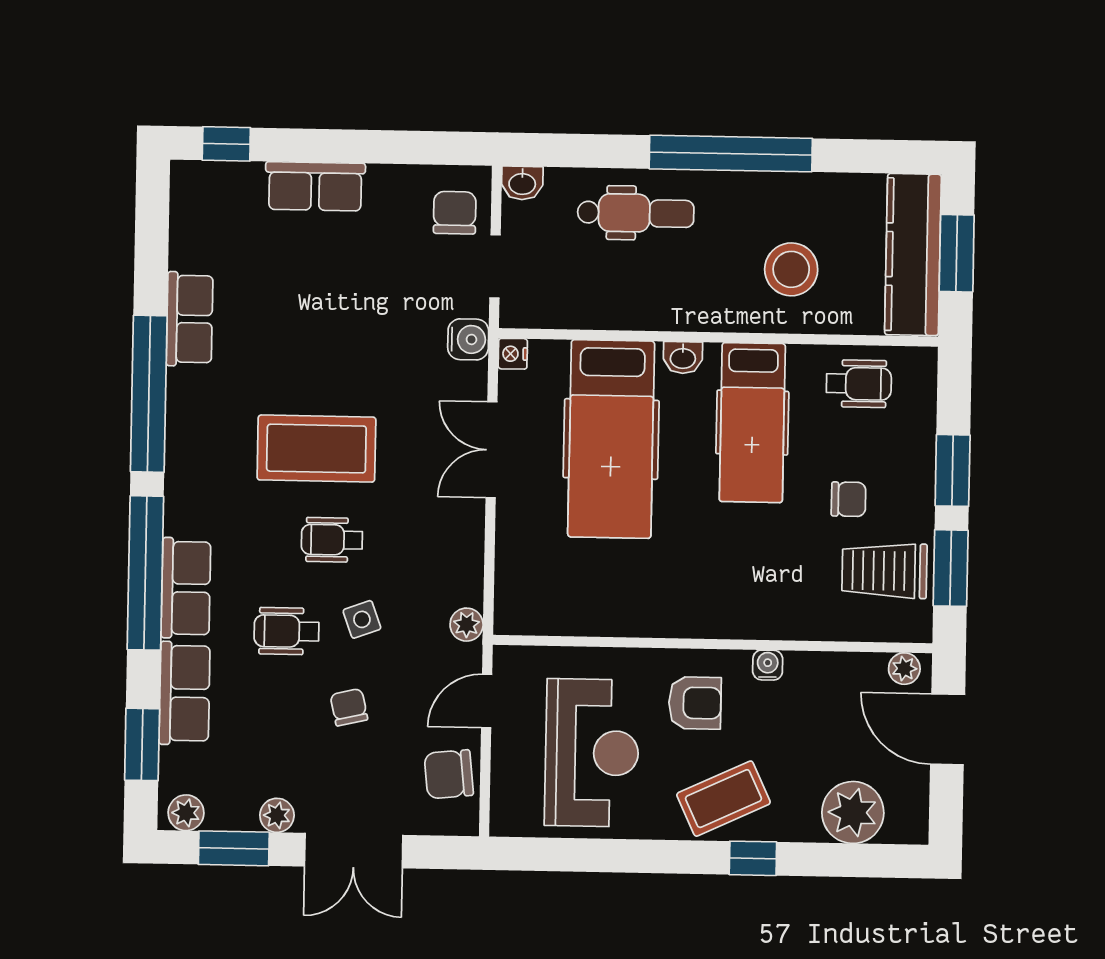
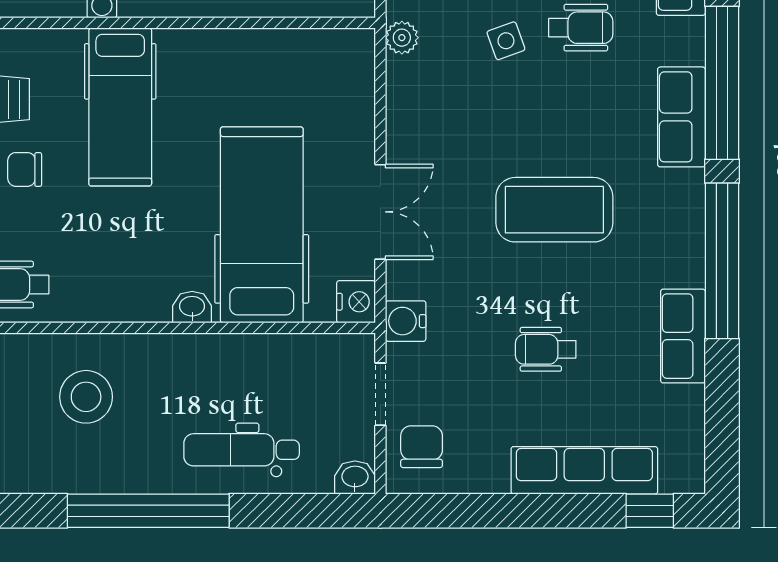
row of seats: (315, 186) -> (584, 470), width x1.48
chair: (455, 213) -> (422, 447), turned 180
nightstand: (513, 354) -> (356, 302), width x1.39, depth x1.35
hospital bed: (752, 423) -> (120, 107), moved, turned 180
wheelchair: (332, 540) -> (546, 349), moved, turned 180
row of seats: (186, 588) -> (681, 117), moved

